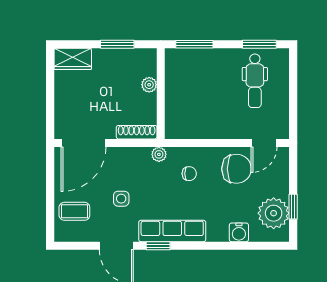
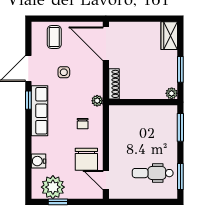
plant: (149, 85) -> (172, 93), moved

